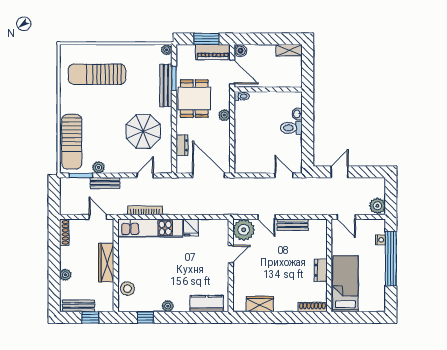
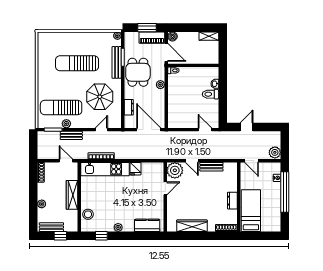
sun lounger: (97, 74) -> (77, 63), moved
sun lounger: (72, 142) -> (61, 107), moved, turned 90
wardrobe: (260, 304) -> (192, 226), width x1.50

